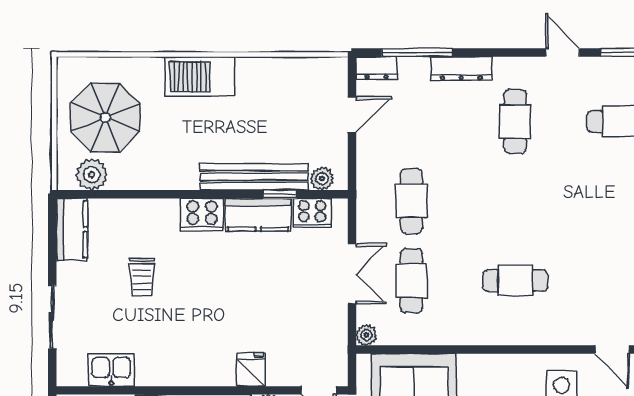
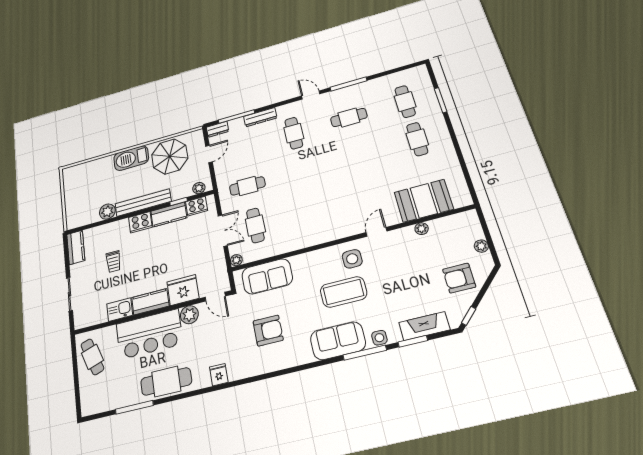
parasol: (105, 118) -> (170, 156), moved
plant: (92, 175) -> (107, 212), moved
bench: (254, 177) -> (143, 203), moved
cafe table: (411, 201) -> (247, 186), turned 90
cafe table: (515, 281) -> (312, 210), removed
door: (612, 350) -> (376, 232), swing flipped
kitchen sink: (111, 370) -> (120, 310), moved
kitchen counter: (202, 370) -> (150, 302), added
fridge: (251, 370) -> (183, 290), width x1.88, depth x1.34

